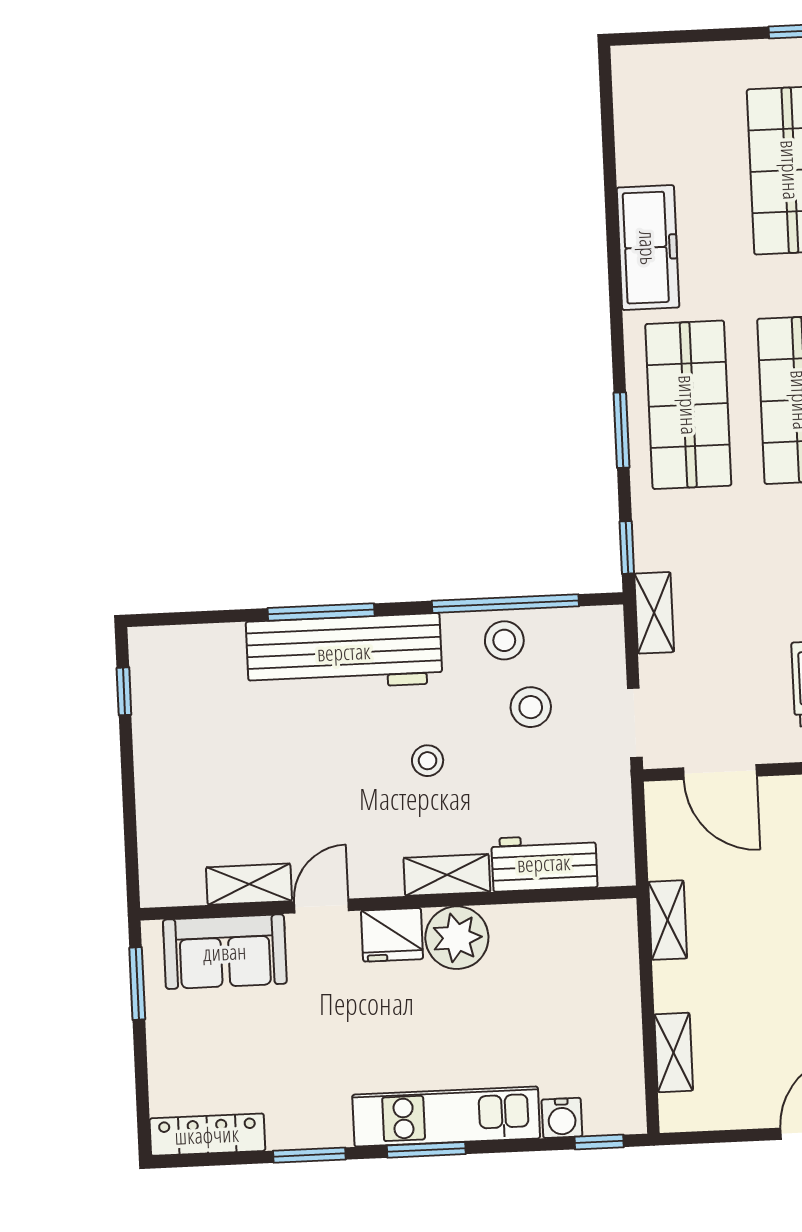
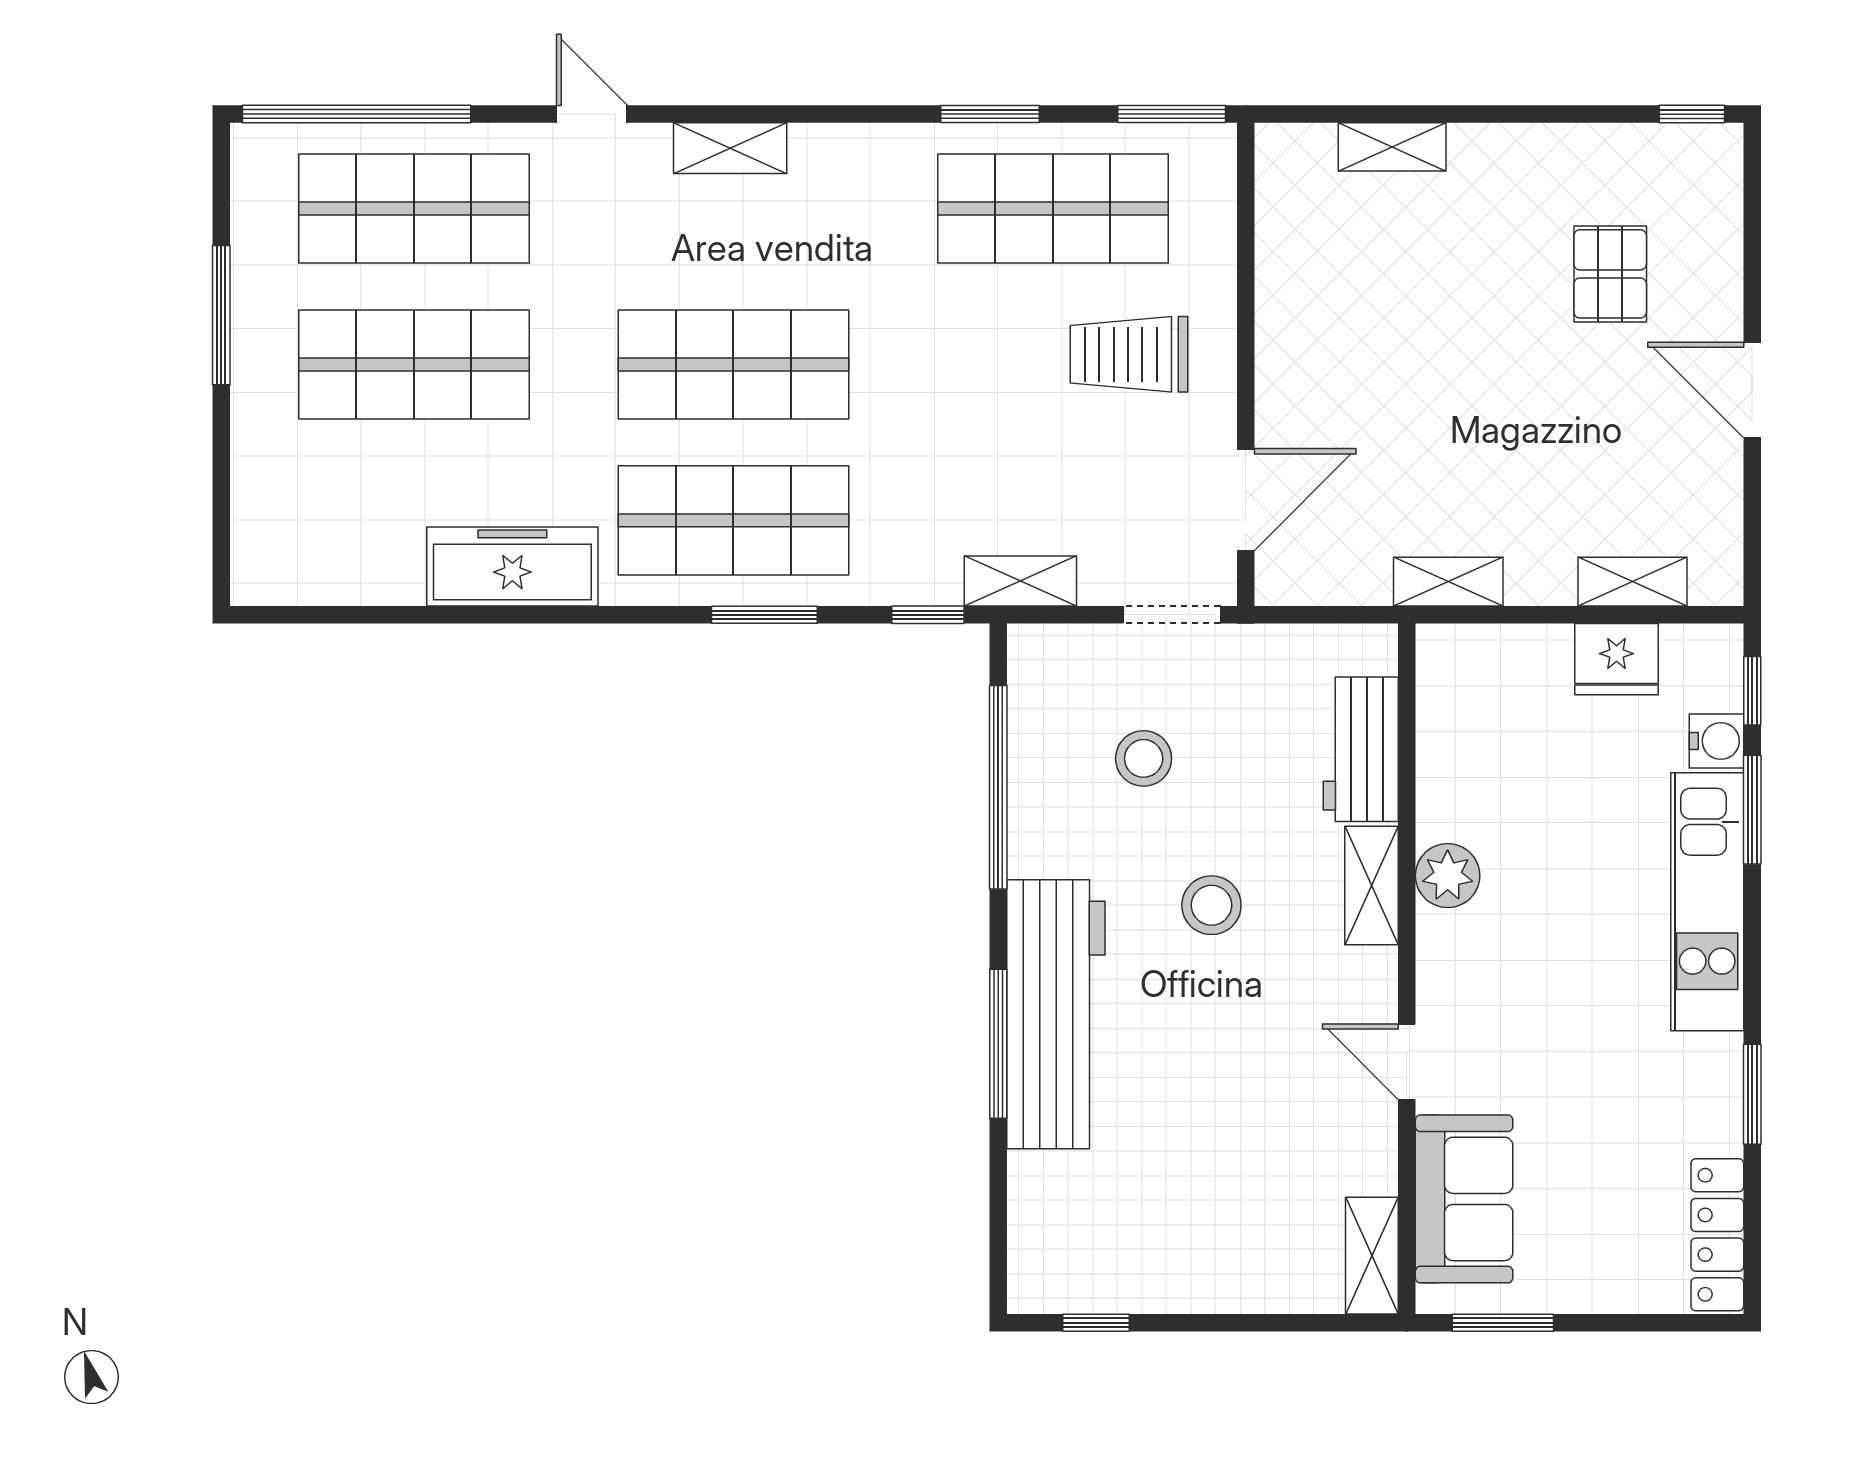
stool: (504, 640) -> (1049, 791), removed
stool: (428, 761) -> (1211, 905), width x1.37, depth x1.37
shelving: (249, 884) -> (1372, 1256), moved
fridge: (392, 935) -> (1617, 659), moved, turned 90
plant: (457, 938) -> (1448, 876), width x0.73, depth x0.73
window: (426, 1150) -> (1752, 810), moved

